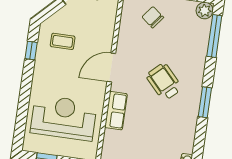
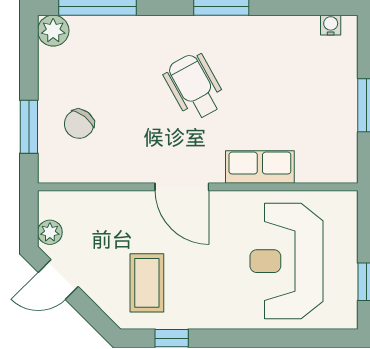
coffee table: (63, 41) -> (147, 283), width x1.36, depth x1.30
wheelchair: (164, 82) -> (195, 86), turned 104

